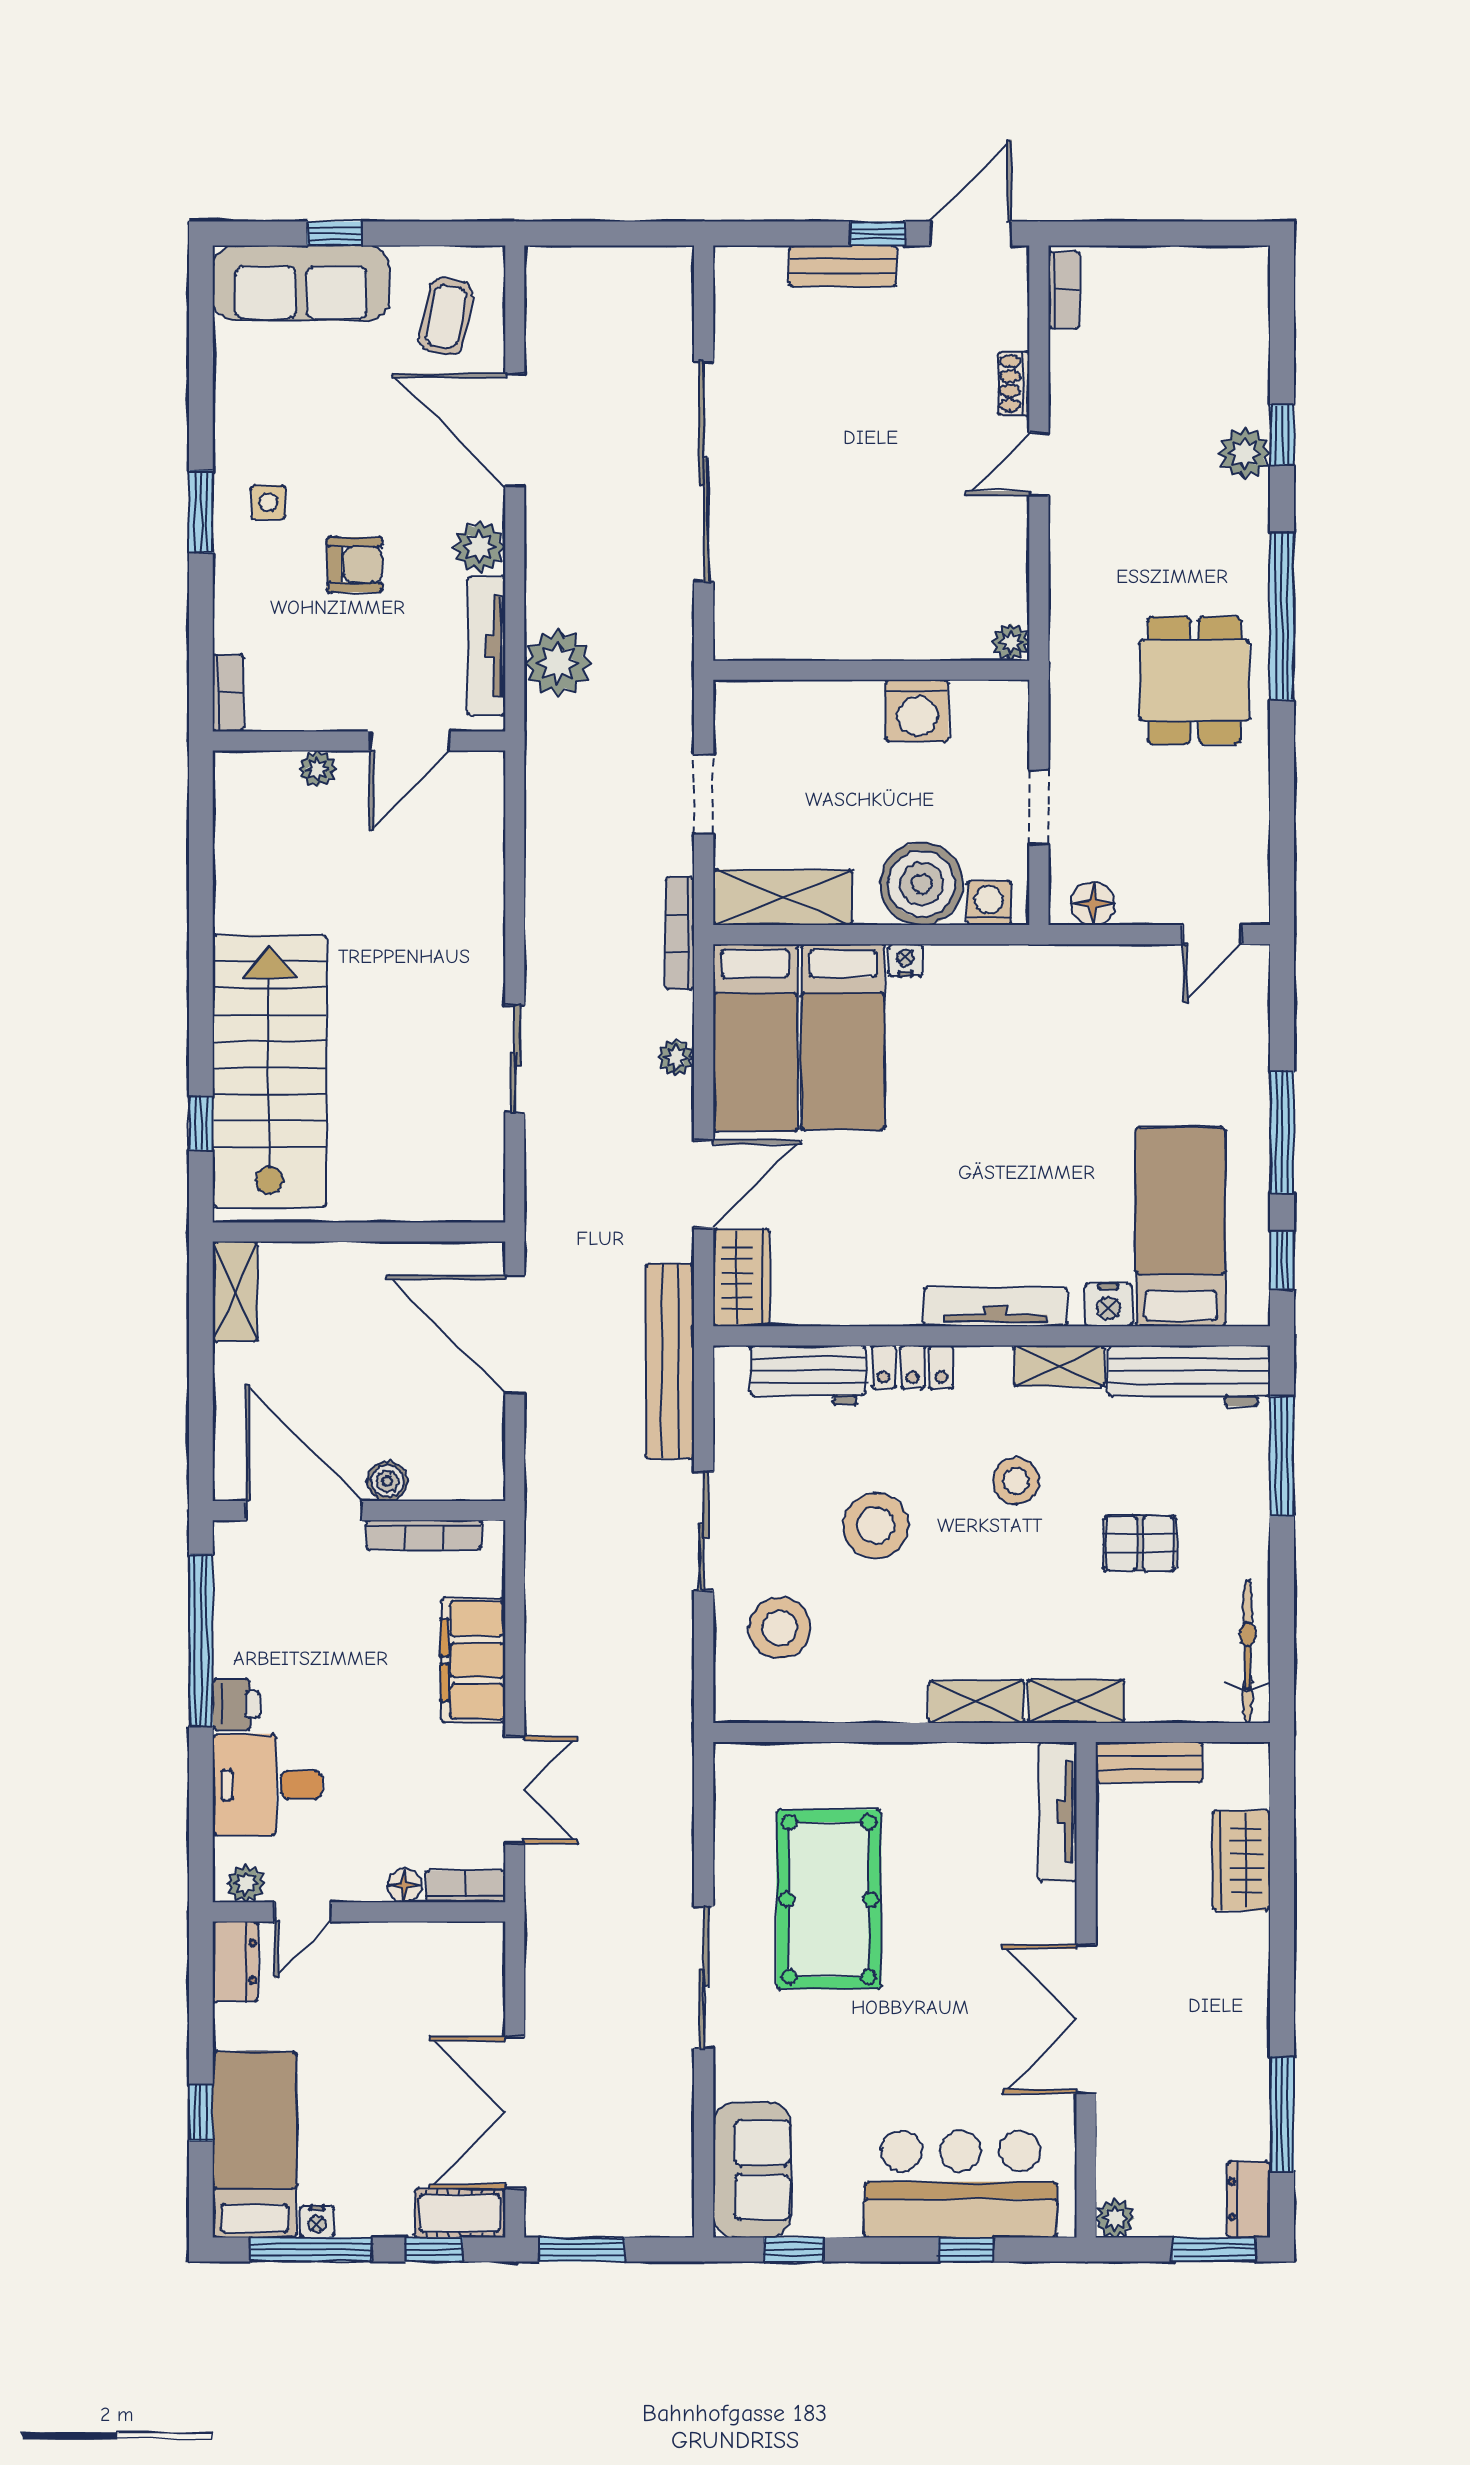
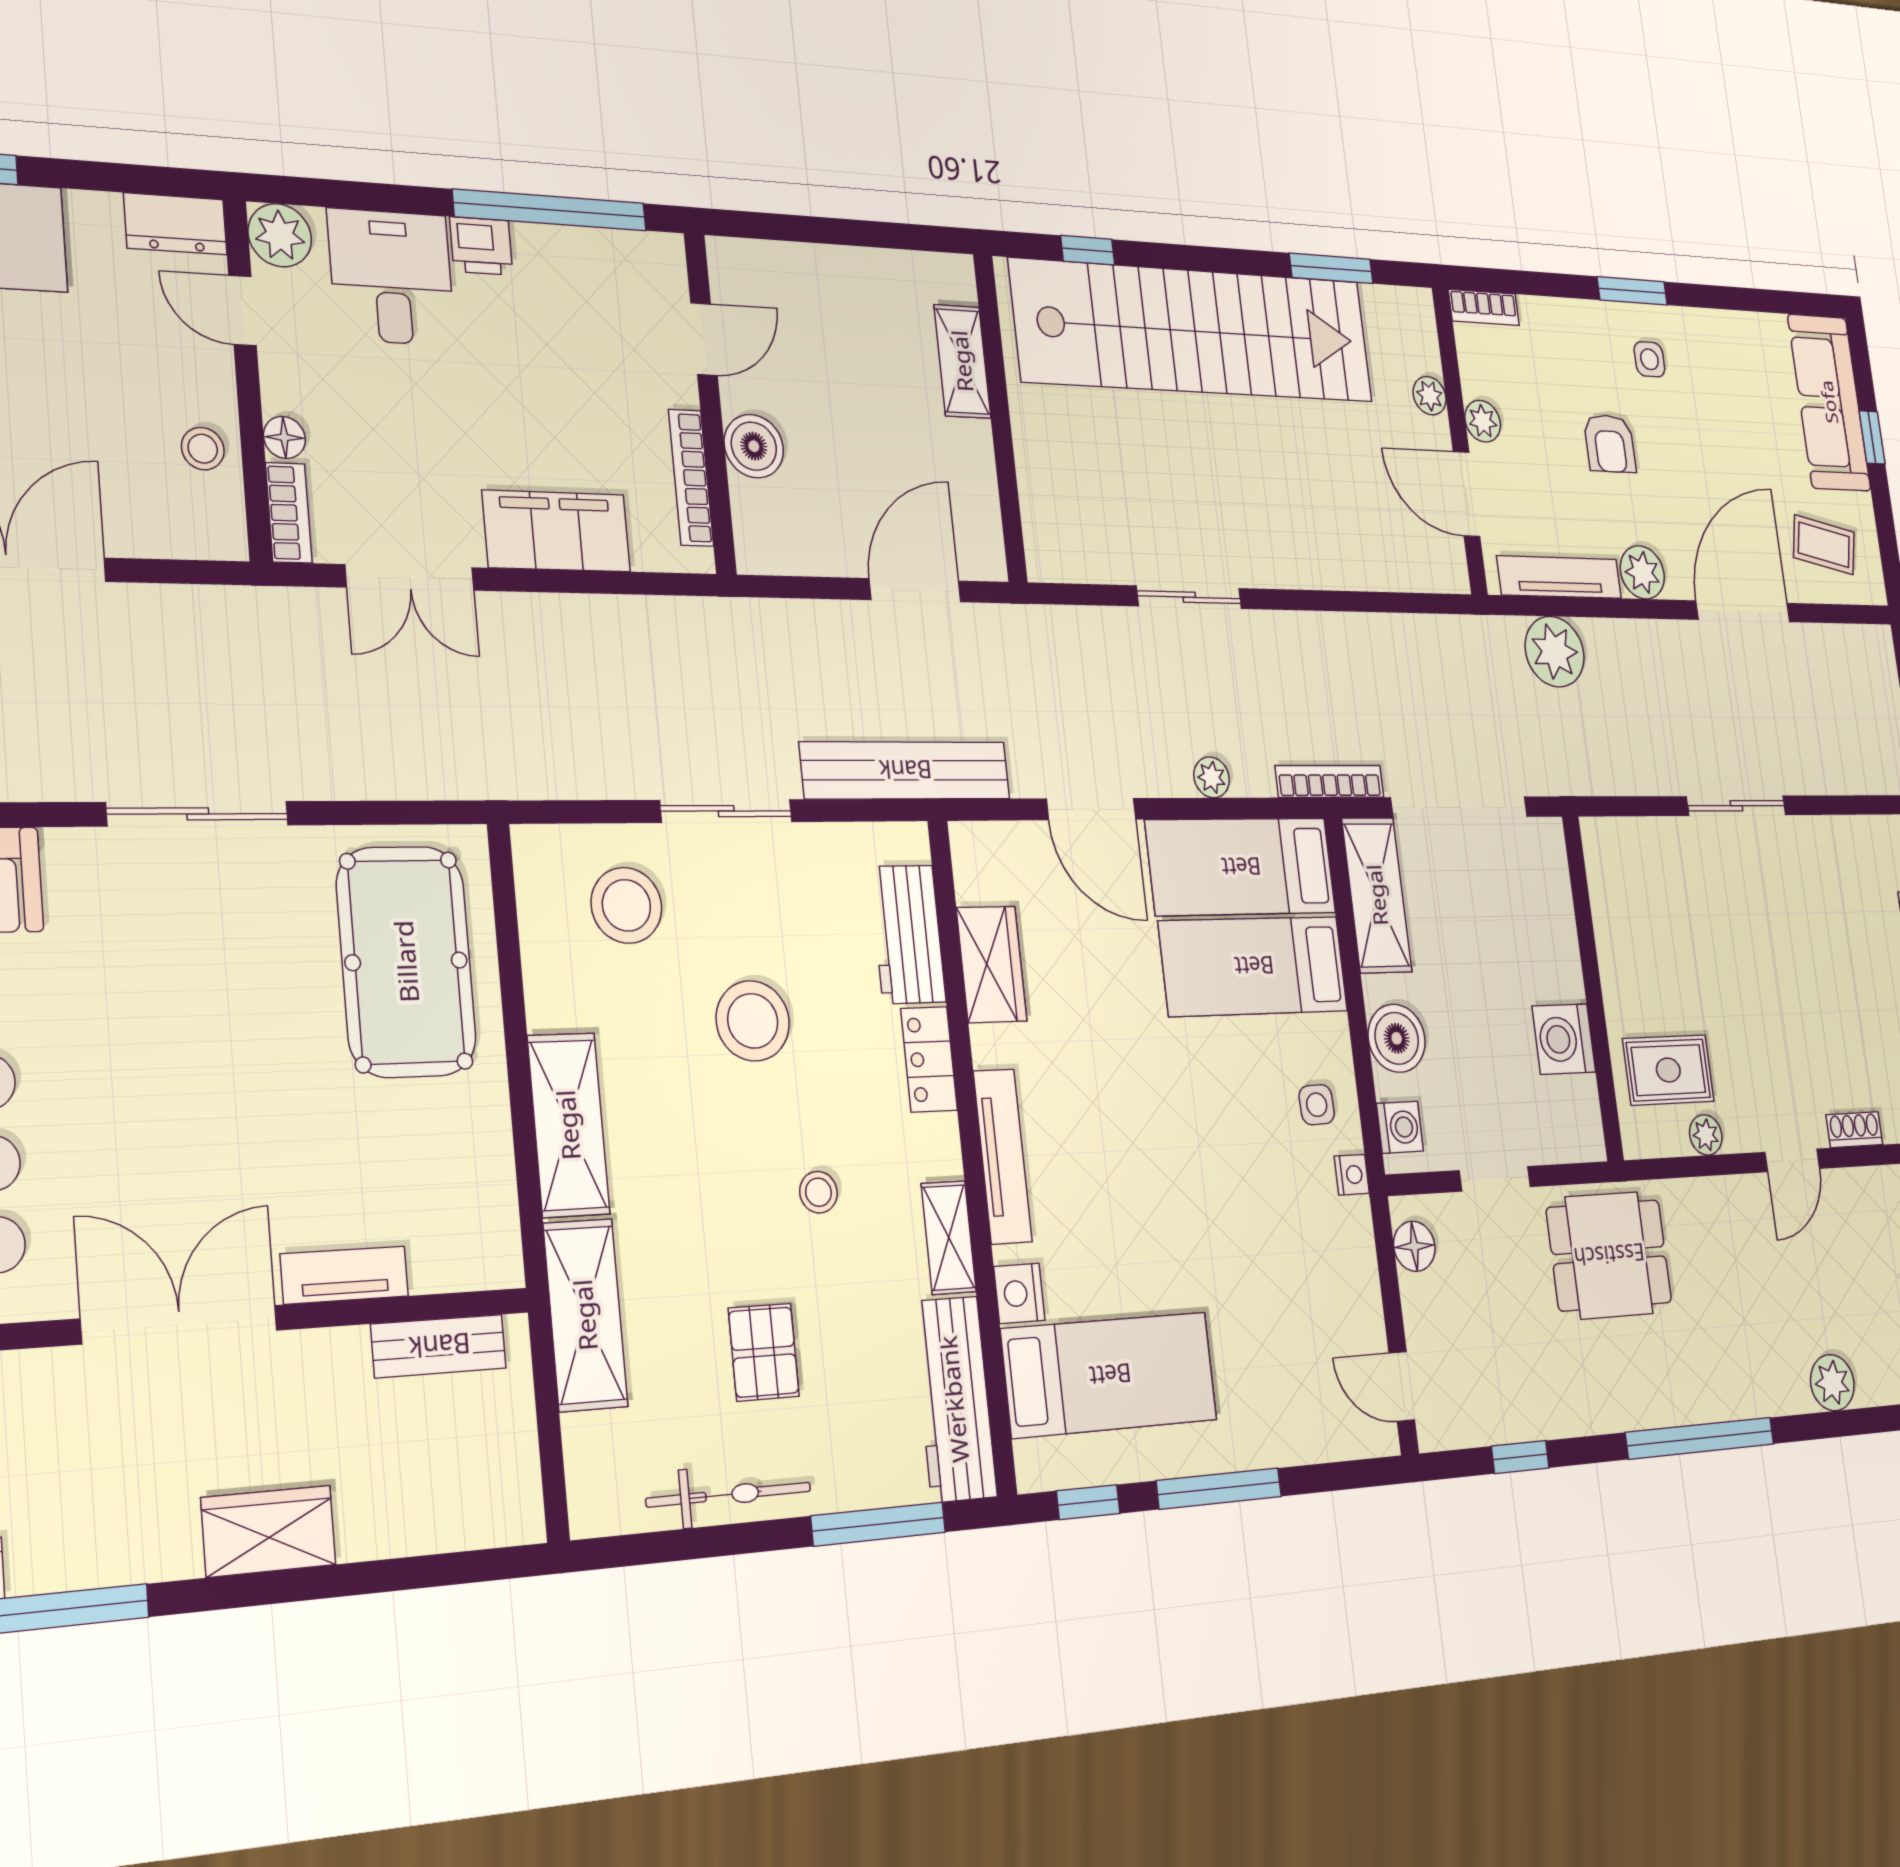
window: (1282, 435) -> (1520, 1457), moved
door: (1039, 464) -> (1792, 1160), swing flipped
sliding door: (704, 472) -> (1736, 806), width x0.54
rug: (950, 596) -> (1668, 1070), added
plant: (1011, 642) -> (1706, 1135), moved
dining table: (1194, 680) -> (1609, 1255), moved
plant: (339, 711) -> (1483, 421), added
doorway: (704, 794) -> (1460, 807), width x1.88
window: (201, 862) -> (1331, 268), added
boiler: (922, 884) -> (1397, 1038), width x0.73, depth x0.73
nightstand: (905, 960) -> (1352, 1175), moved
side table: (966, 988) -> (1317, 1105), added
stairs: (269, 1071) -> (1194, 331), width x1.36
wardrobe: (741, 1278) -> (992, 964), moved, turned -90
shelving: (235, 1291) -> (962, 361), moved, turned 90
door: (515, 1334) -> (915, 590), width x0.73
boiler: (387, 1481) -> (754, 446), width x1.36, depth x1.36
stool: (1016, 1481) -> (818, 1192), width x0.73, depth x0.73
door: (304, 1511) -> (704, 339), width x0.53
bicycle: (1248, 1652) -> (729, 1495), moved
shelving: (1076, 1701) -> (585, 1315), width x1.50, depth x1.33
shelving: (976, 1702) -> (568, 1125), width x1.50, depth x1.33
bench: (1149, 1762) -> (439, 1346), moved, turned 90
tv unit: (1058, 1812) -> (344, 1275), moved, width x0.71
wardrobe: (1241, 1860) -> (269, 1531), moved
plant: (246, 1884) -> (280, 235), width x1.38, depth x1.38
pool table: (829, 1899) -> (406, 961), moved, turned 90
stool: (416, 1953) -> (203, 449), added

